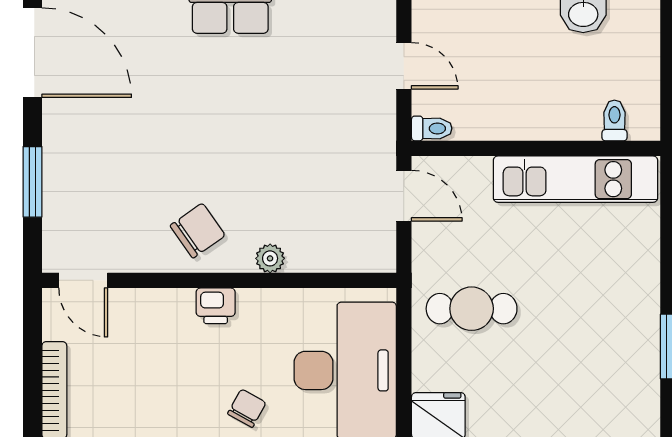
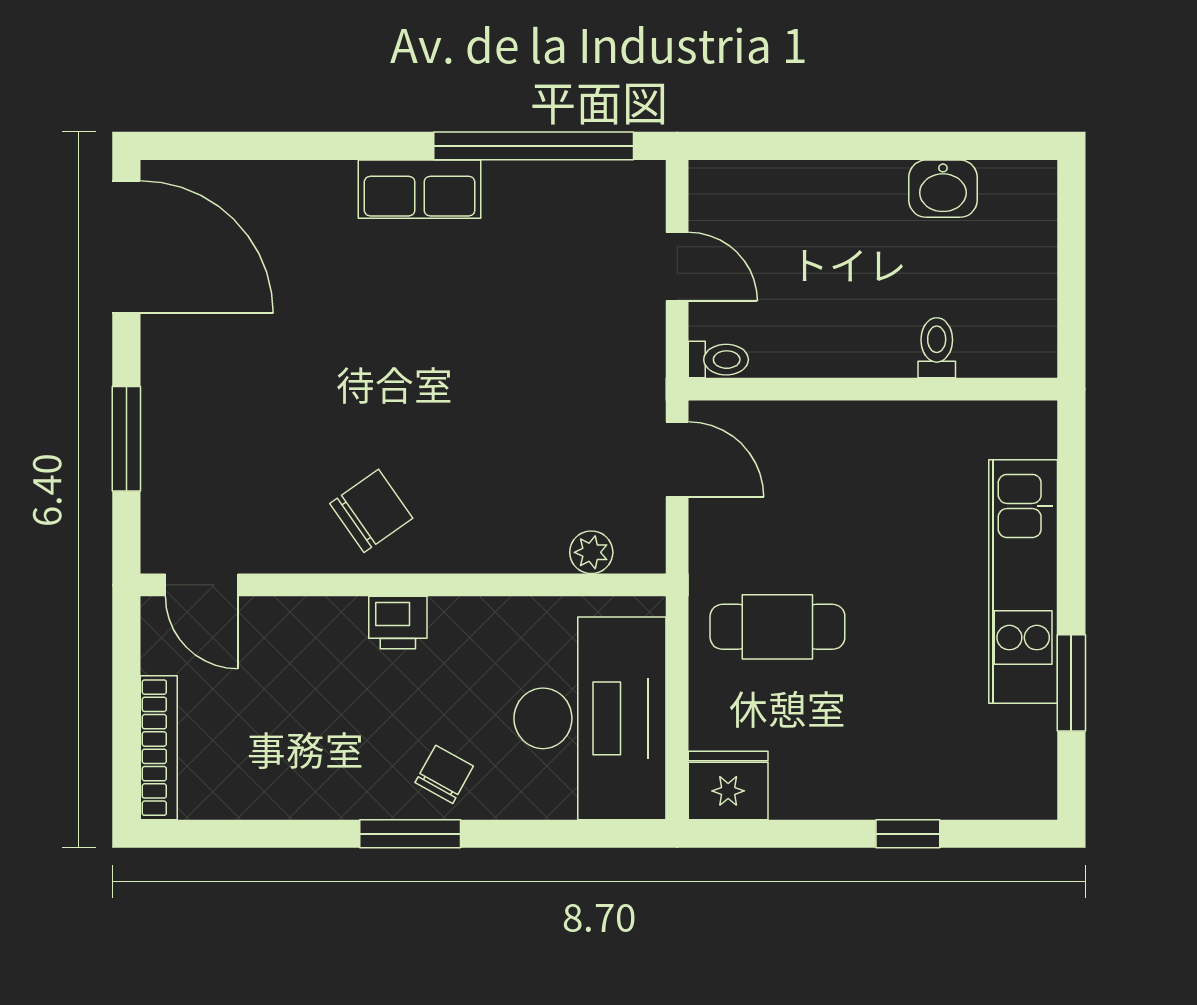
toilet: (614, 121) -> (937, 348), moved
kitchen unit: (575, 179) -> (1023, 581), moved, turned 90
plant: (270, 258) -> (591, 552), moved

